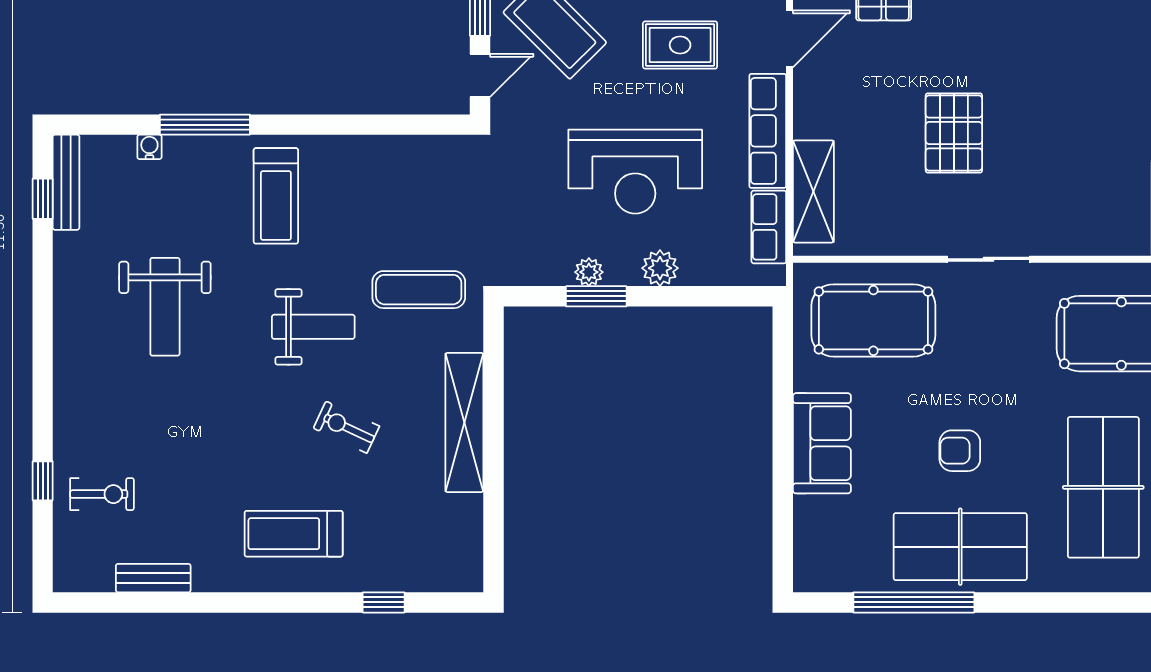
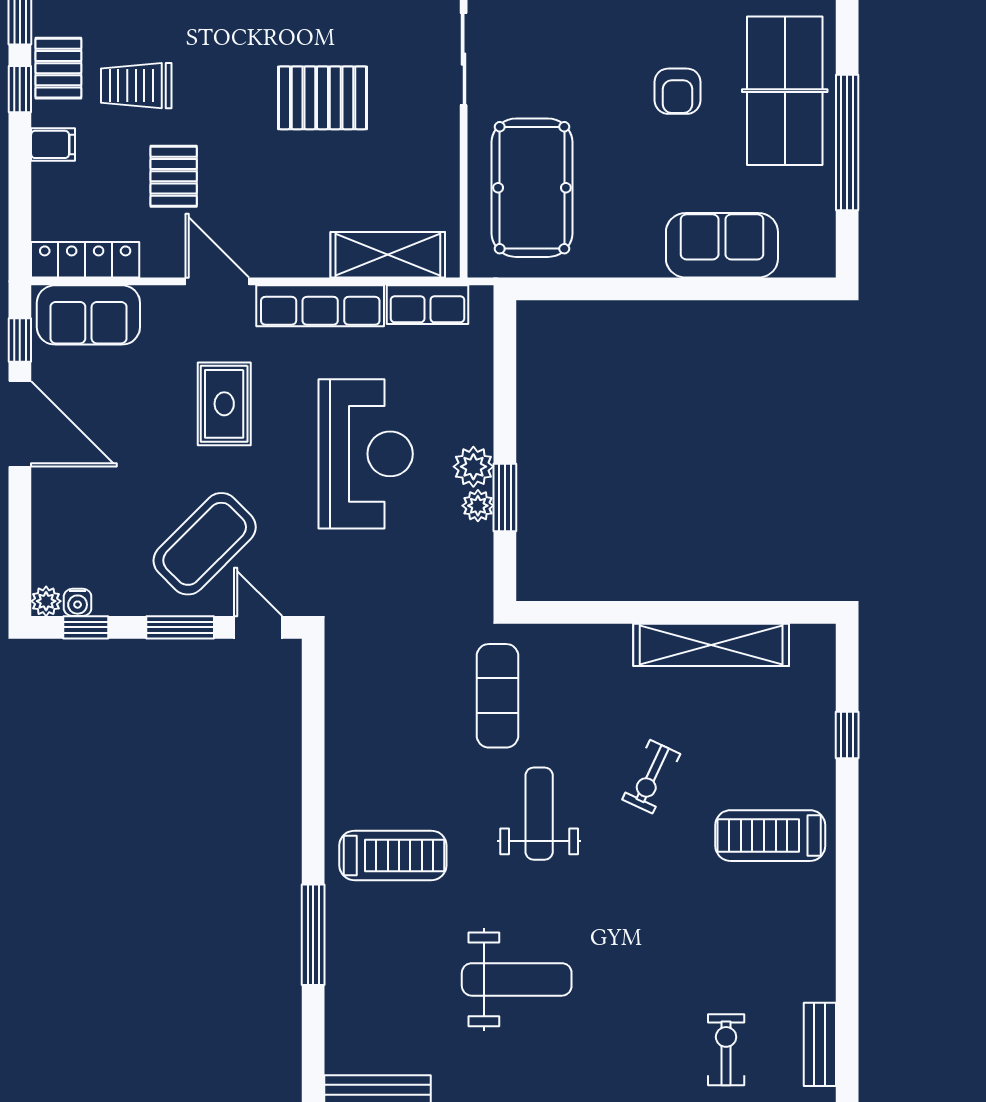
water cooler: (149, 147) -> (338, 997), removed
plant: (660, 268) -> (473, 467), moved
shelving: (464, 422) -> (711, 645), moved
sofa: (822, 443) -> (722, 245), moved
treadmill: (294, 534) -> (770, 836), turned 90
bench: (153, 578) -> (820, 1044), moved

